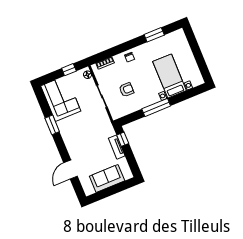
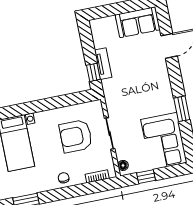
armchair: (127, 90) -> (76, 136), width x1.88, depth x1.88
window: (156, 107) -> (42, 105), removed
sofa: (107, 178) -> (138, 22), moved

